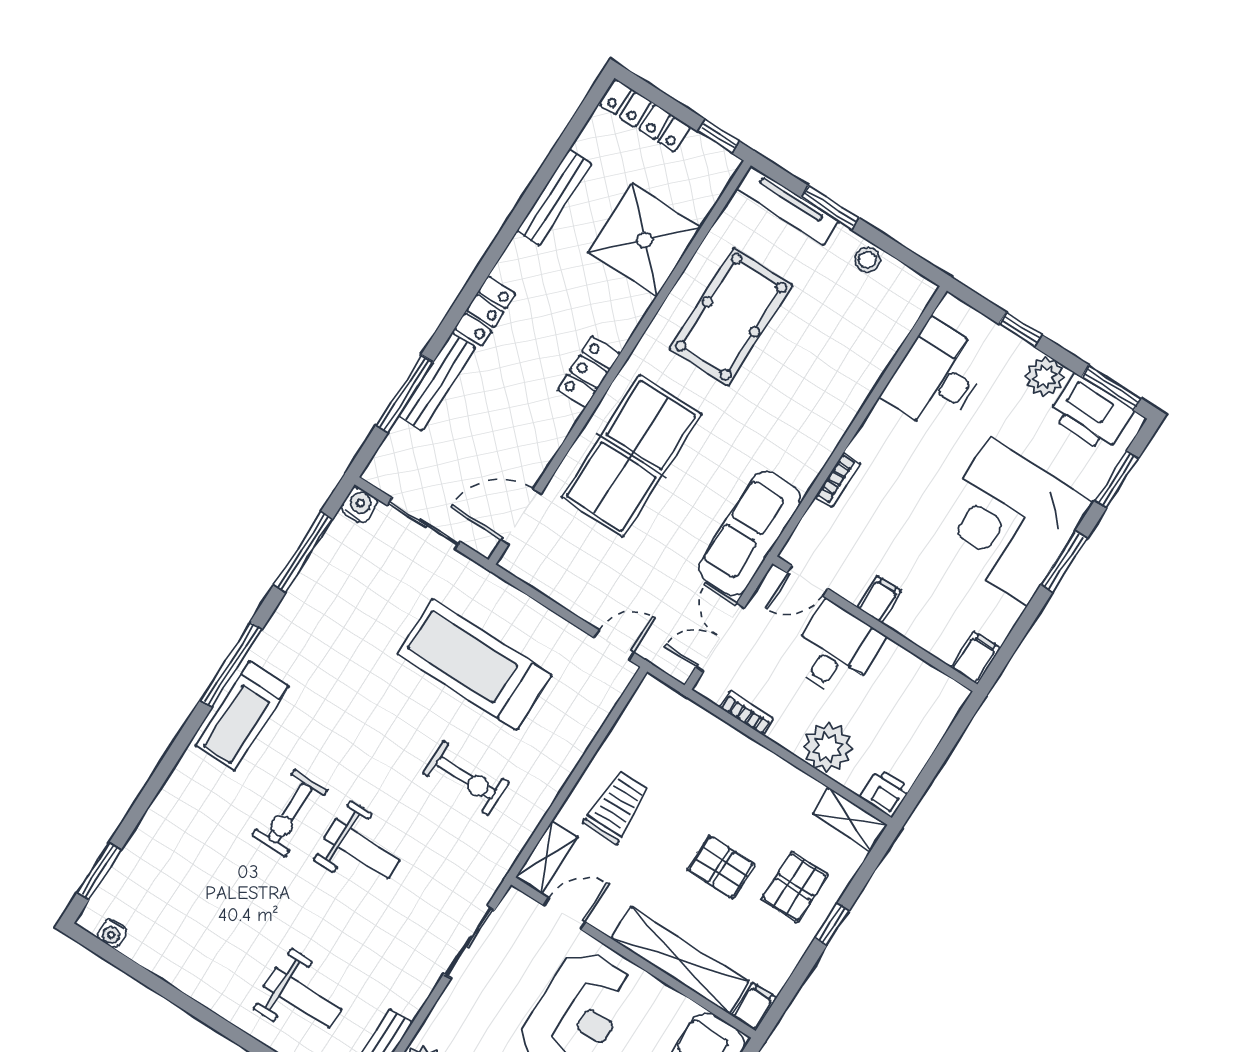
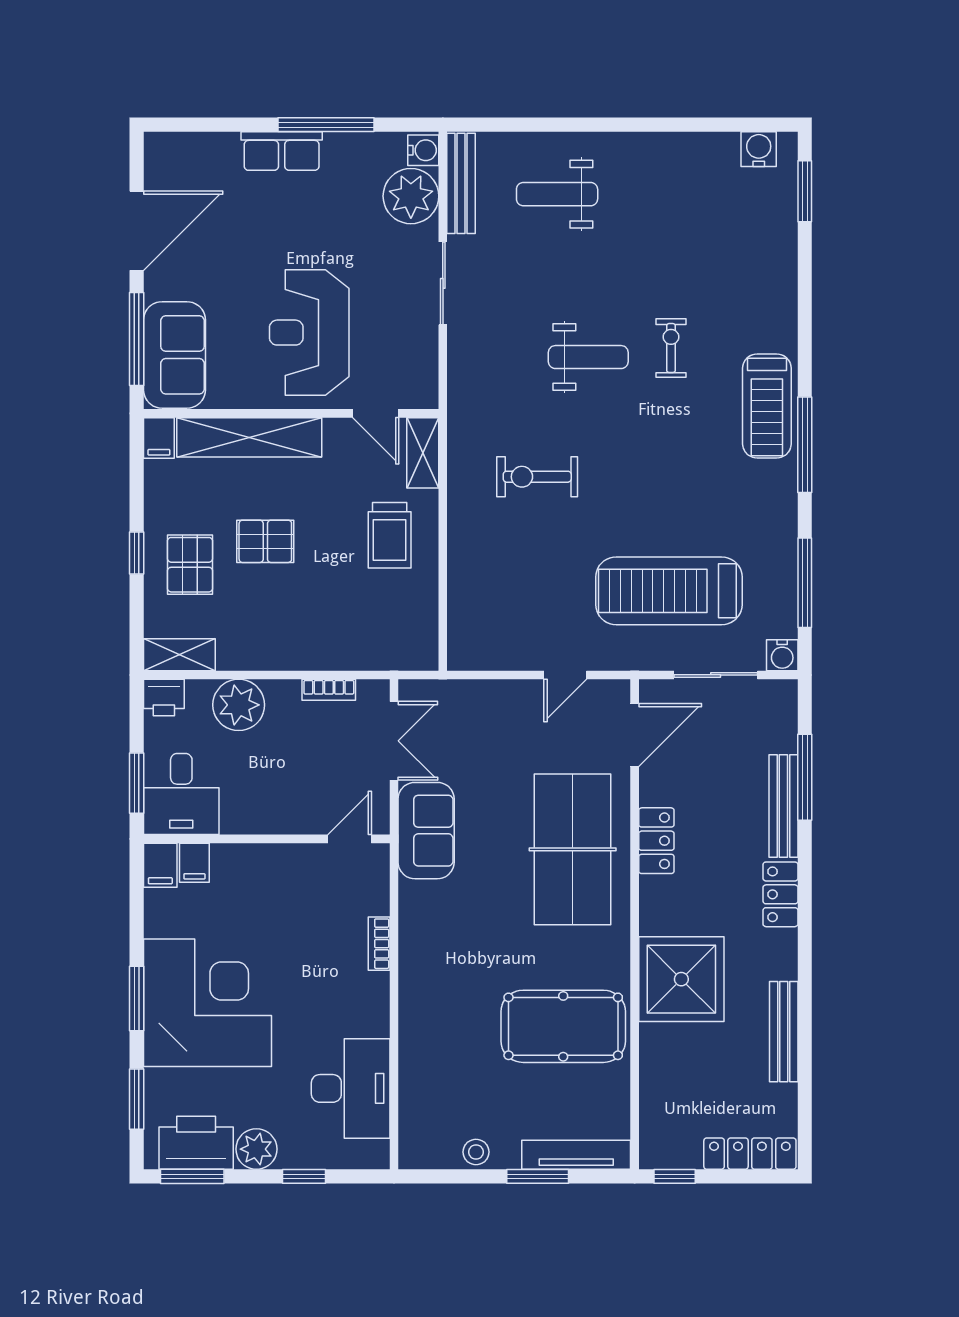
shower: (645, 240) -> (681, 979), moved
pool table: (731, 317) -> (563, 1026), turned 90
locker: (589, 372) -> (656, 841), moved
sofa: (750, 533) -> (426, 831), width x0.73
filing cabinet: (879, 599) -> (194, 863), moved
door: (614, 645) -> (565, 675), moved
desk: (836, 650) -> (181, 794), moved
treadmill: (475, 664) -> (669, 591), moved, turned 180
treadmill: (242, 716) -> (767, 406), turned 180
window: (952, 737) -> (137, 783), added
exercise bike: (290, 813) -> (671, 348), width x0.73, depth x0.72
weight bench: (362, 849) -> (588, 357), turned 180
door: (564, 914) -> (376, 413), hinge flipped
water cooler: (112, 933) -> (759, 149), width x1.38, depth x1.38
sliding door: (469, 942) -> (443, 283), moved

